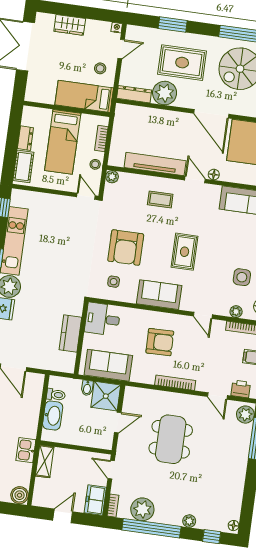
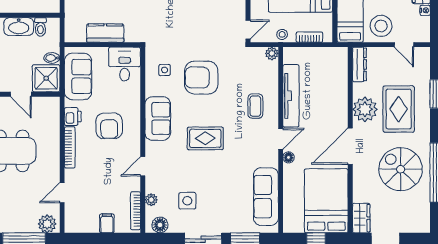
nightstand: (117, 28) -> (425, 10), moved
stool: (100, 68) -> (381, 26), width x1.89, depth x1.89
plant: (165, 93) -> (365, 109), moved
printer: (241, 389) -> (73, 116), moved

